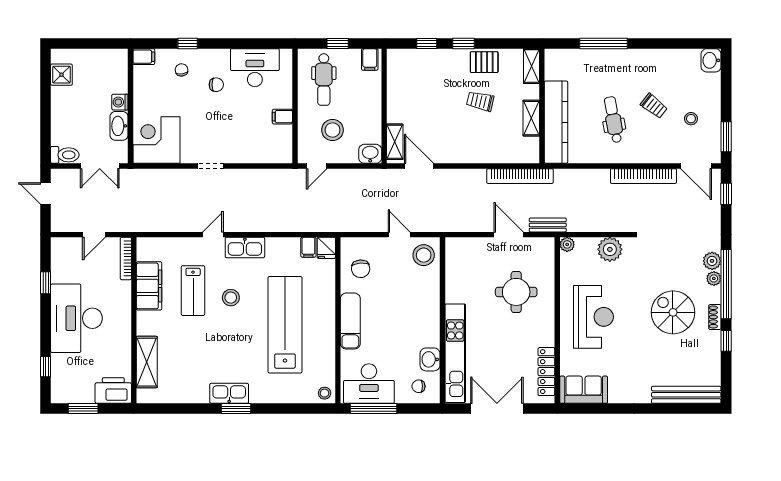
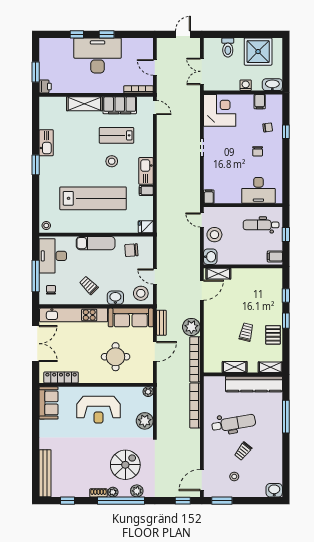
filing cabinet: (144, 57) -> (260, 102), moved
desk: (255, 68) -> (258, 190), moved, turned 90
shower: (61, 75) -> (258, 52), width x1.86, depth x1.86
filing cabinet: (282, 117) -> (209, 197), moved
dental chair: (613, 120) -> (234, 423), width x1.36, depth x1.38
kitchen counter: (556, 122) -> (254, 384), moved
washbasin: (119, 126) -> (272, 85), moved
stool: (333, 130) -> (214, 235), moved
toilet: (65, 155) -> (228, 48), moved
bookcase: (643, 176) -> (195, 406), moved
plant: (473, 181) -> (191, 327), added
bench: (548, 225) -> (161, 323), moved
door: (213, 235) -> (155, 108), moved
door: (399, 235) -> (155, 277), swing flipped
filing cabinet: (308, 247) -> (146, 190), moved
sofa: (459, 270) -> (131, 317), added
plant: (714, 278) -> (113, 492), moved
window: (46, 283) -> (107, 34), moved
spiral stairs: (673, 312) -> (125, 465), moved
trolley: (412, 331) -> (89, 285), added
window: (726, 341) -> (68, 501), moved
washbasin: (430, 359) -> (115, 298), moved
shelving: (147, 362) -> (84, 104), moved
window: (46, 367) -> (77, 34), moved
printer: (113, 390) -> (45, 86), width x0.53, depth x0.68
kitchen sink: (229, 393) -> (46, 143), moved
window: (83, 409) -> (36, 72), moved
window: (374, 409) -> (36, 276), moved

